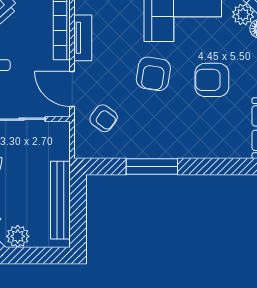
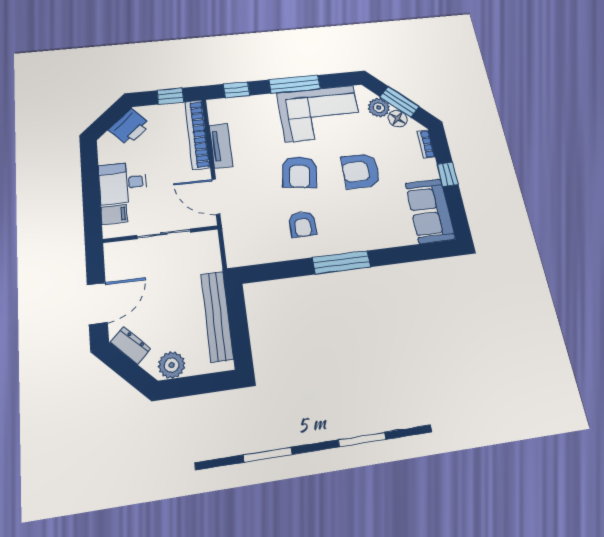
armchair: (104, 118) -> (303, 224), moved, turned 53
window: (152, 167) -> (341, 262), moved

